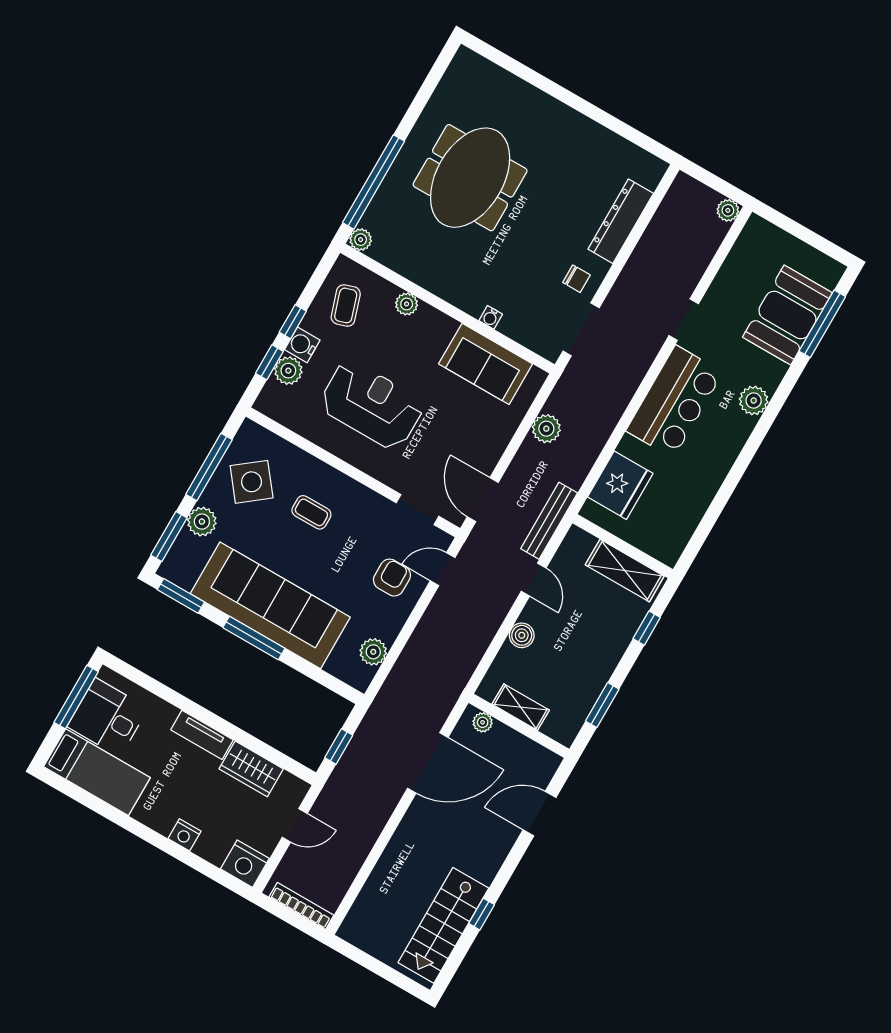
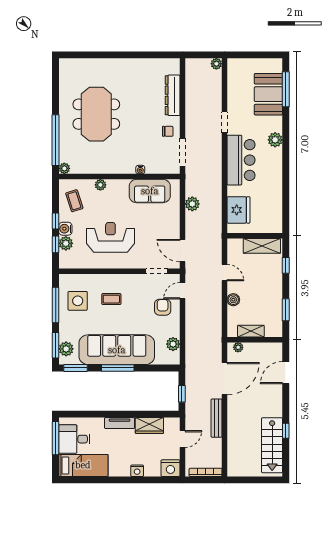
side table: (252, 482) -> (78, 301), turned 38
bench: (549, 521) -> (217, 418), moved
plant: (202, 522) -> (66, 349), moved

